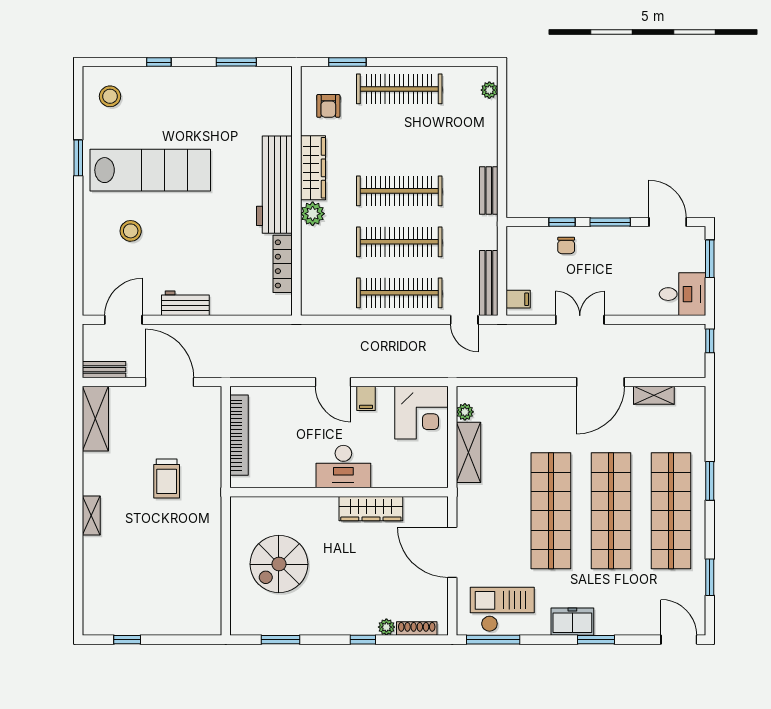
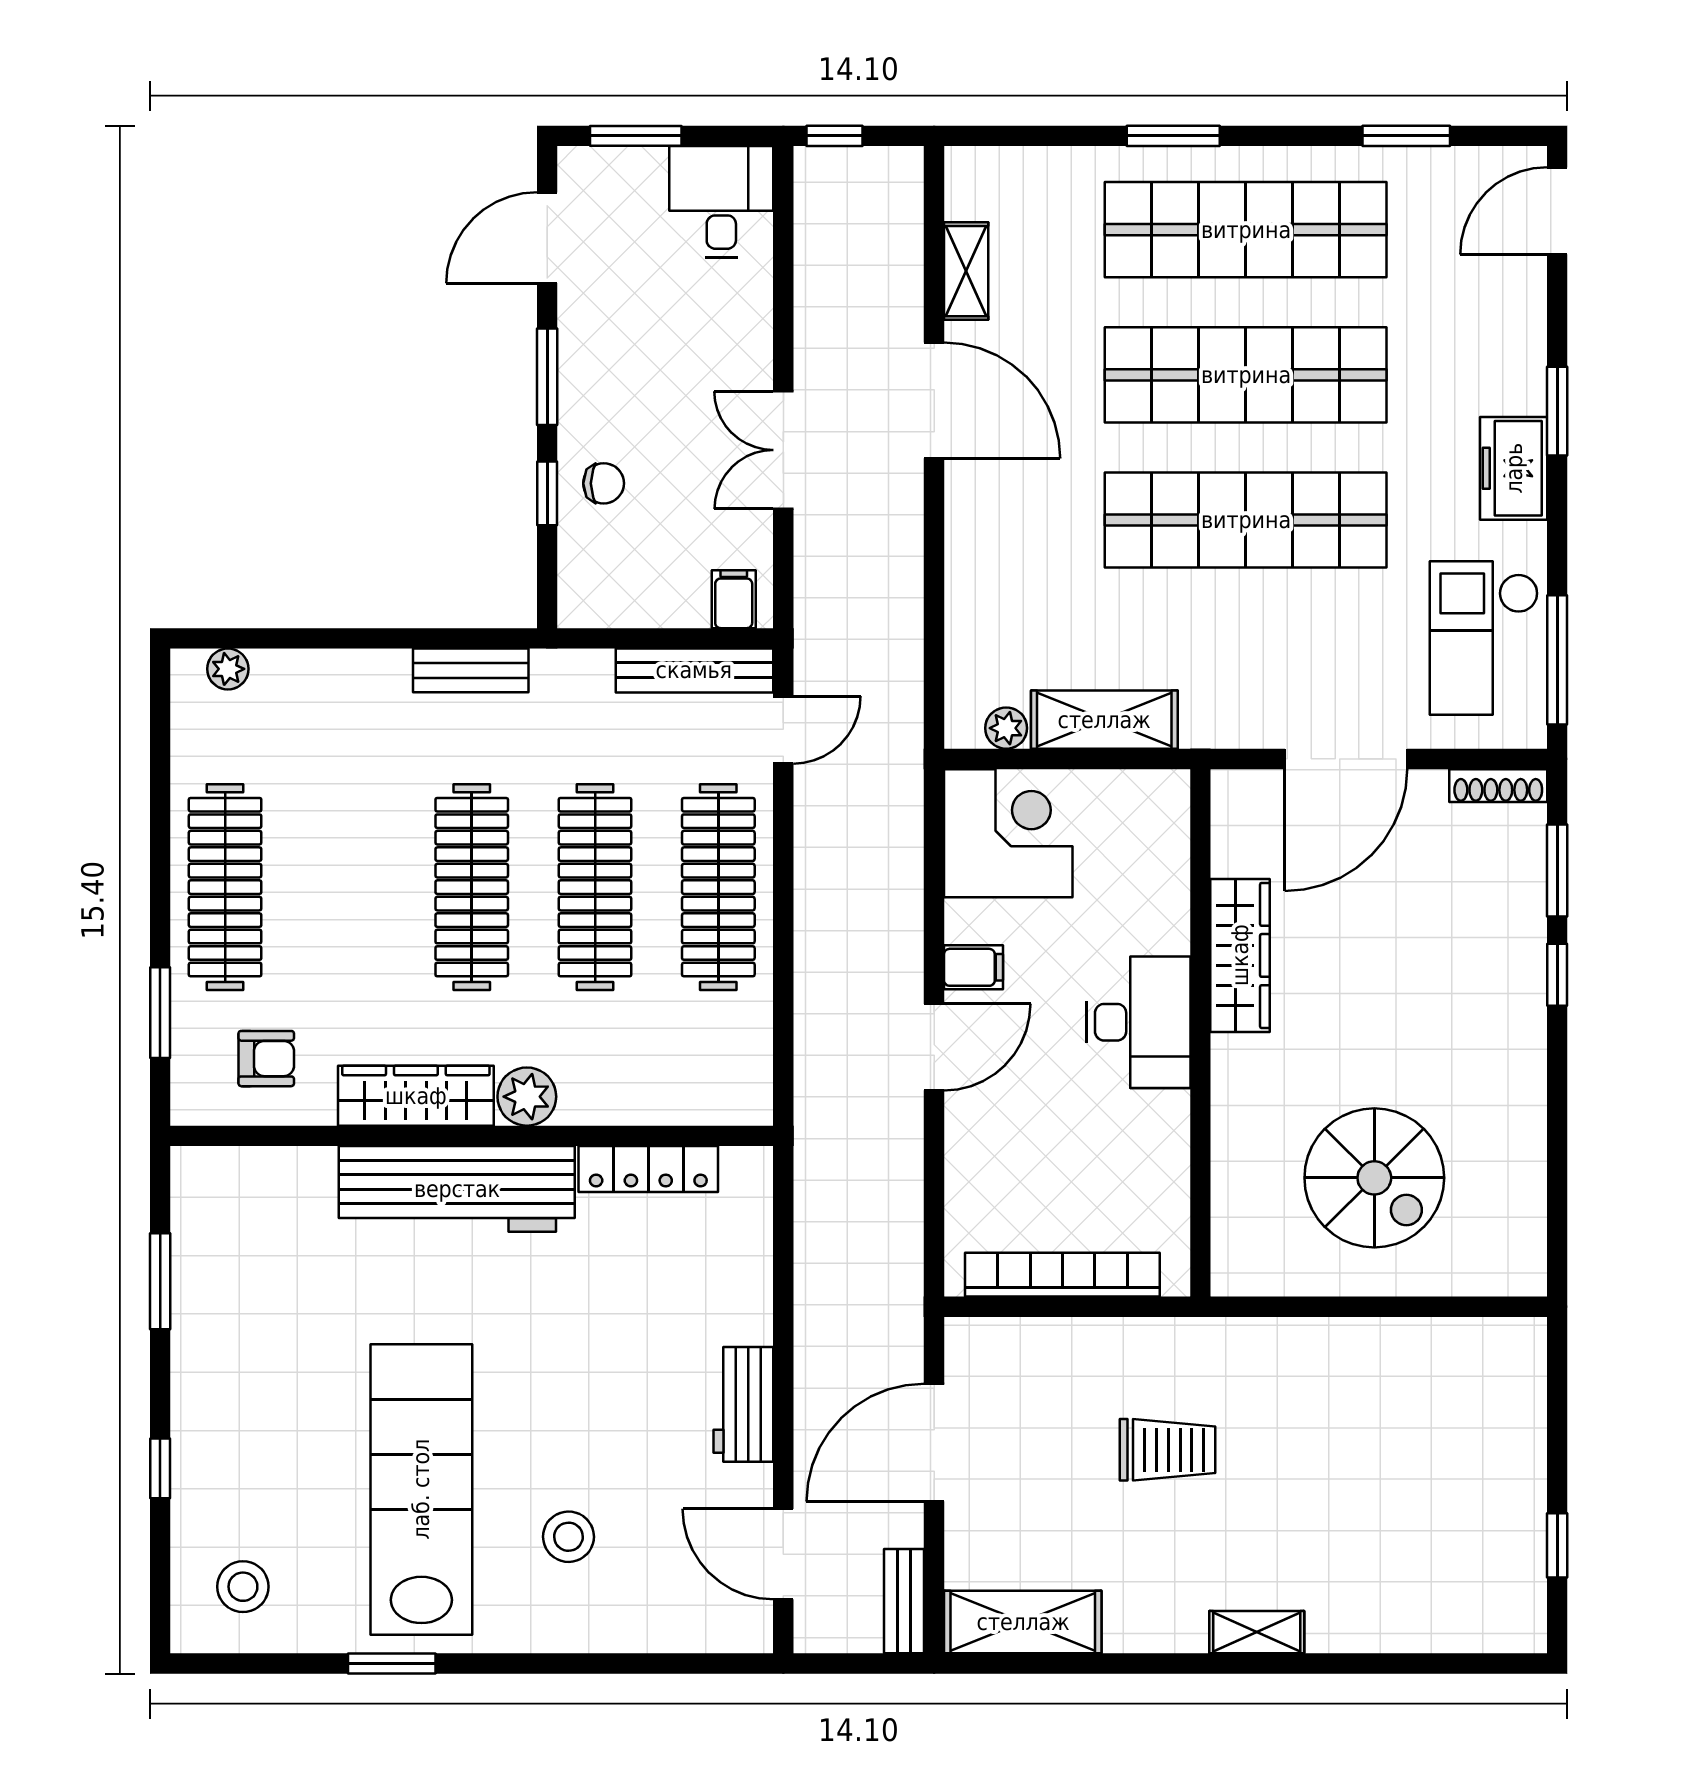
plant: (386, 627) -> (1527, 918), removed
shoe rack: (417, 629) -> (1498, 786), moved, turned -90
window: (281, 640) -> (1557, 870), moved

